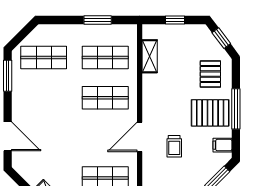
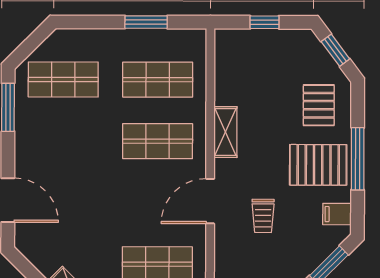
shelving: (150, 56) -> (225, 132), moved

